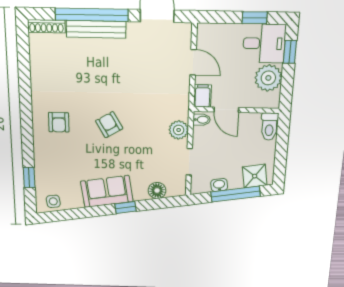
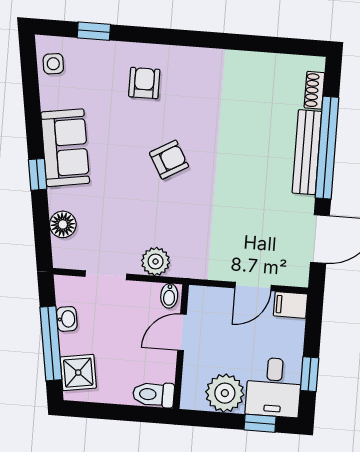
shoe rack: (46, 26) -> (314, 90), width x0.70
filing cabinet: (202, 96) -> (290, 305), moved, turned 180
armchair: (59, 122) -> (144, 83), moved, turned 90

